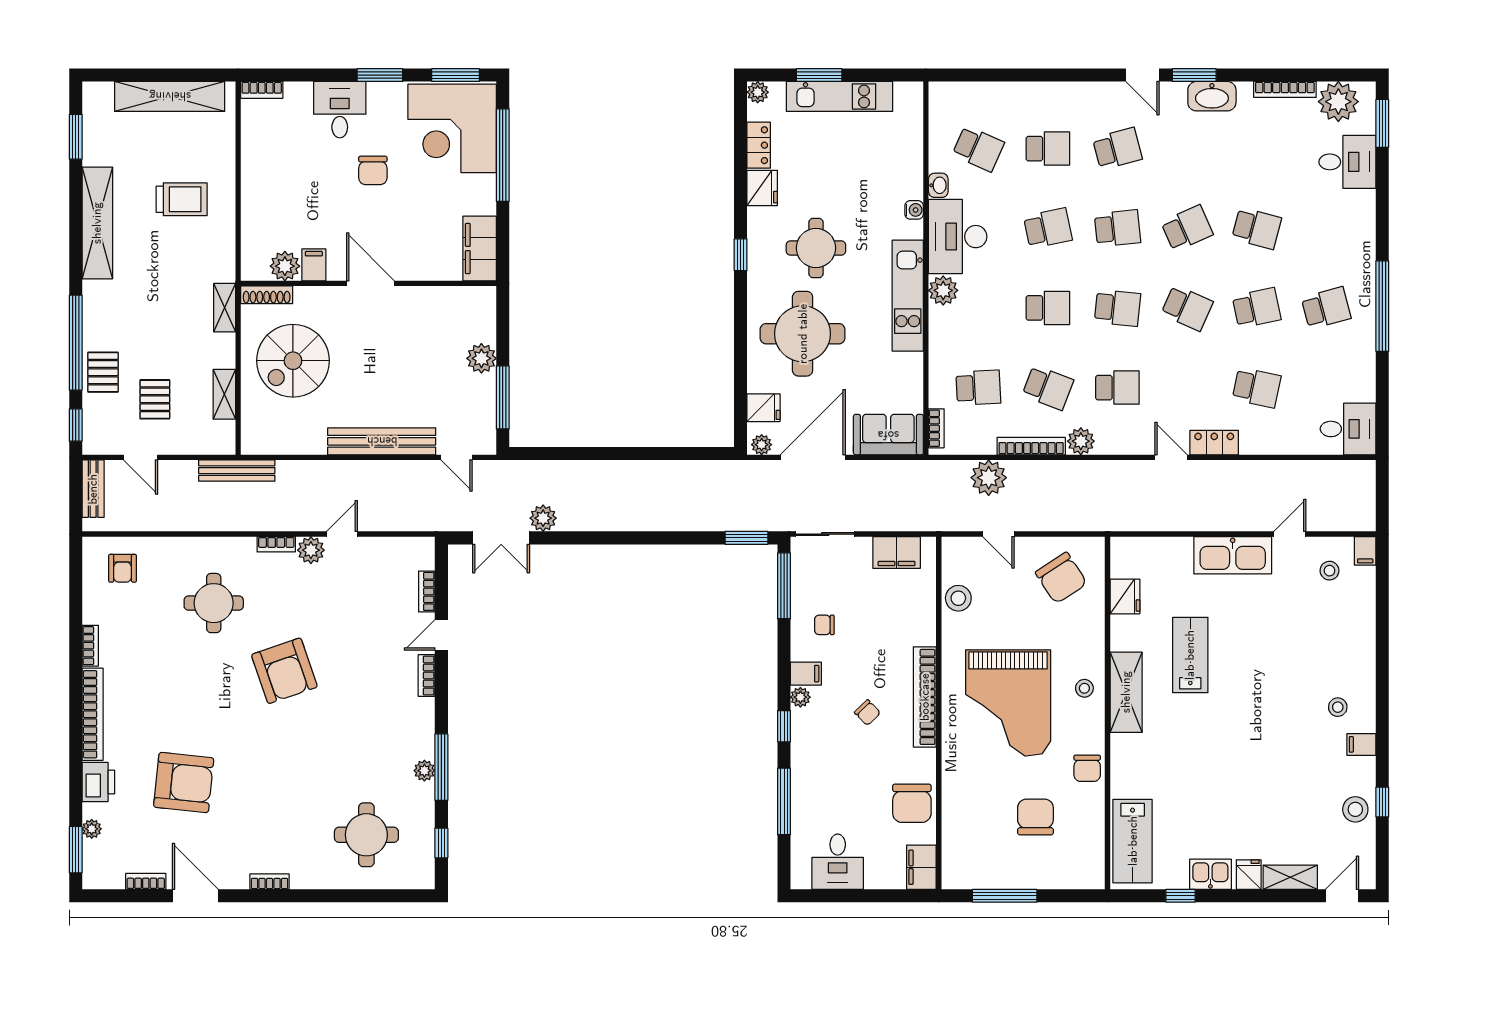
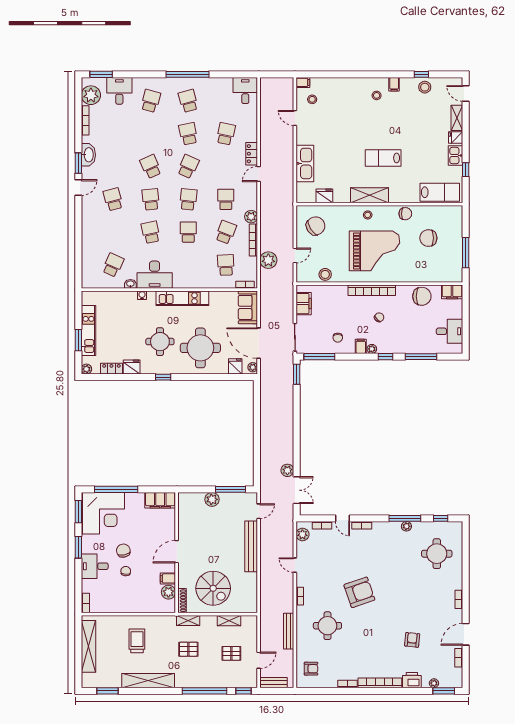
school desk: (1048, 149) -> (113, 232), removed
chair: (373, 170) -> (123, 551), turned -101
chair: (329, 175) -> (126, 571), added
school desk: (1257, 228) -> (151, 101), moved
plant: (943, 290) -> (180, 282), removed
pallet: (103, 372) -> (188, 649), moved
bench: (237, 471) -> (289, 631), moved
plant: (311, 550) -> (302, 534), moved
kitchen sink: (1233, 555) -> (305, 163), moved
lab bench: (1190, 655) -> (383, 158), moved
armchair: (184, 783) -> (412, 640), width x0.53, depth x0.53

